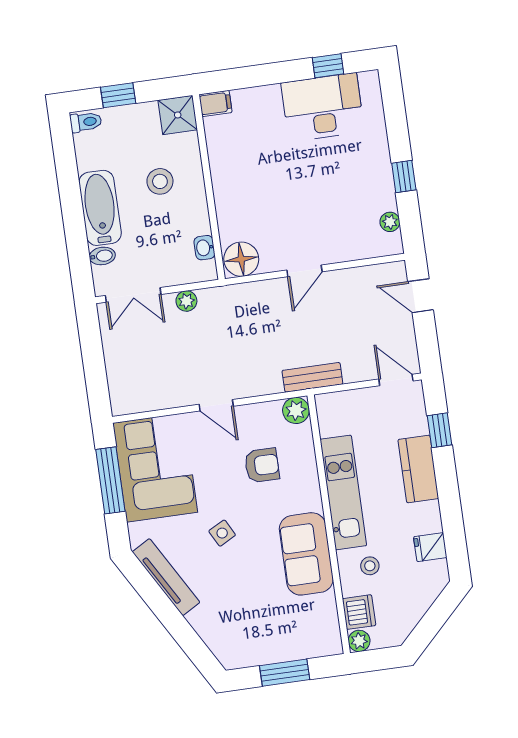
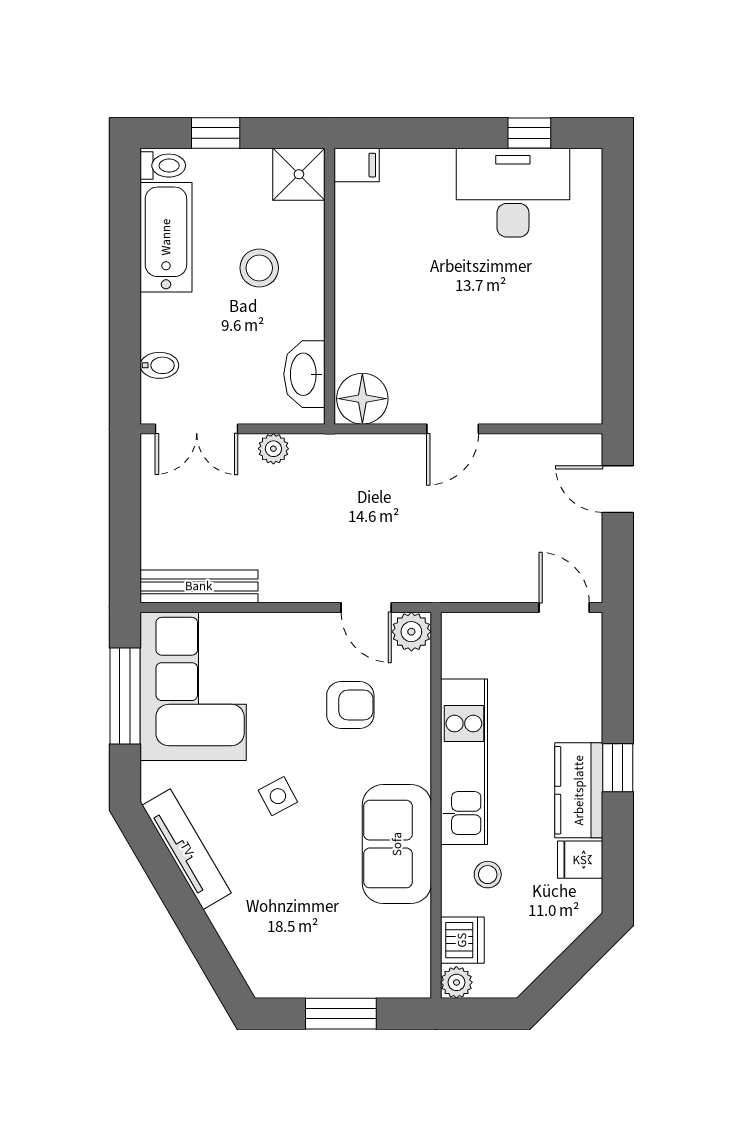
window: (404, 177) -> (618, 311), removed
bathtub: (100, 208) -> (166, 237), moved
plant: (390, 222) -> (588, 375), removed
washbasin: (204, 248) -> (304, 374), width x1.91, depth x1.45
bench: (312, 377) -> (199, 586), moved, width x1.36
door: (216, 405) -> (366, 608), moved
window: (440, 430) -> (618, 768), moved
kitchen counter: (418, 469) -> (579, 790), moved

